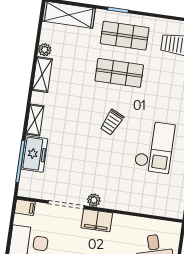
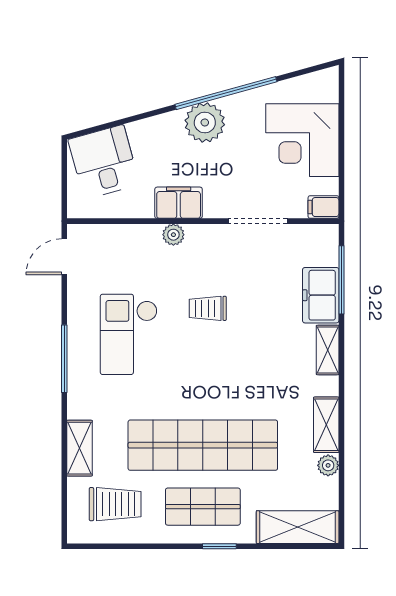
shop shelf: (119, 73) -> (203, 445), width x2.00, depth x1.36
trolley: (112, 122) -> (208, 308), moved, turned -115
plant: (94, 200) -> (173, 235), moved
filing cabinet: (97, 220) -> (179, 203), moved

